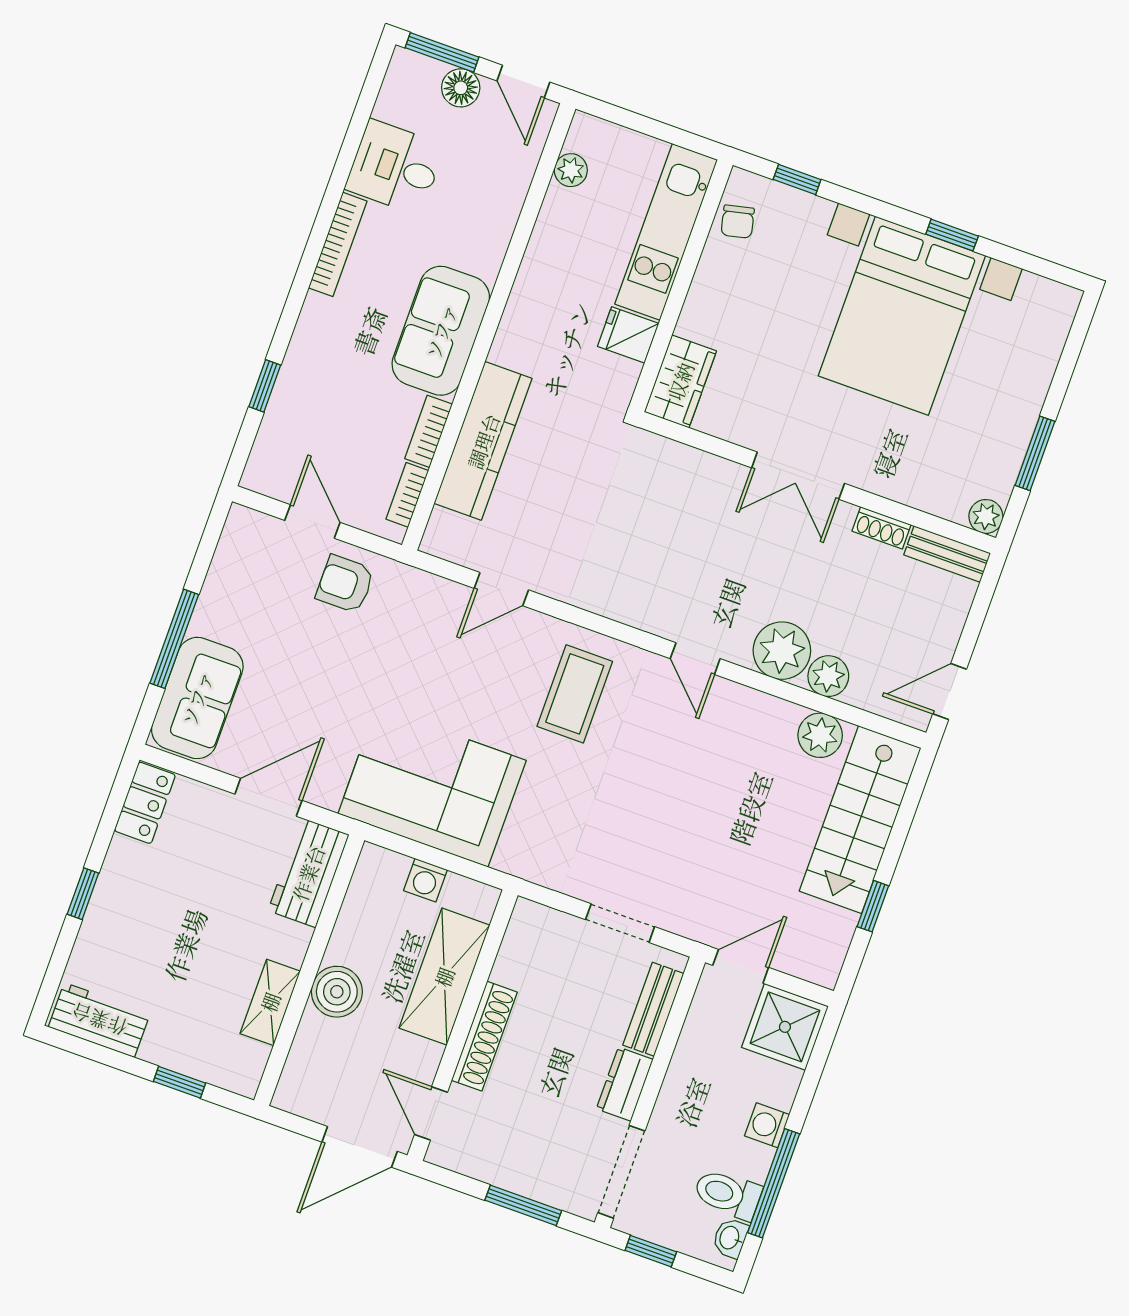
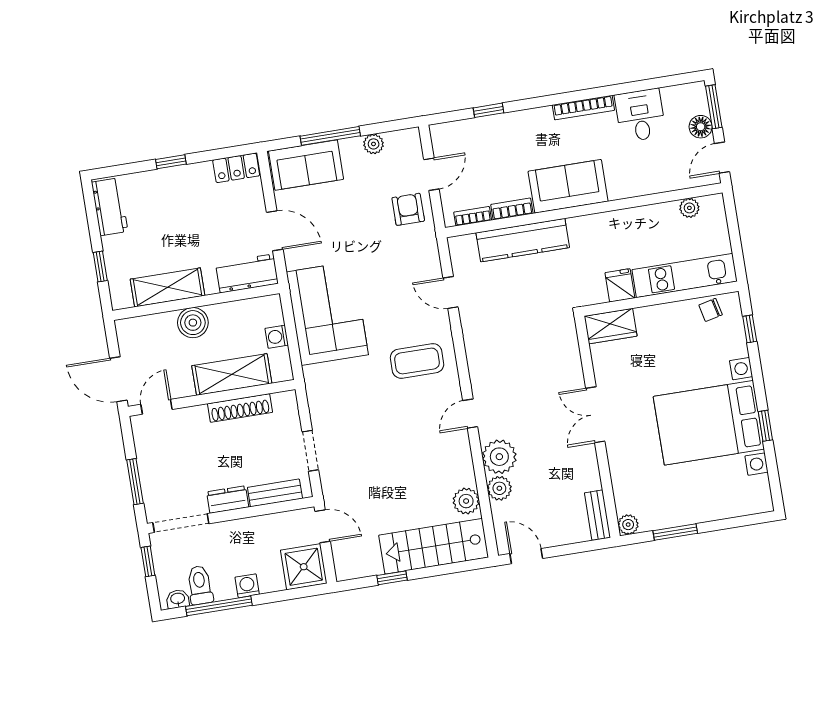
shoe rack: (881, 528) -> (592, 473), removed
plant: (221, 582) -> (374, 144), added
shelving: (270, 1002) -> (168, 287), width x1.50, depth x1.33
shoe rack: (484, 1036) -> (240, 408), moved

